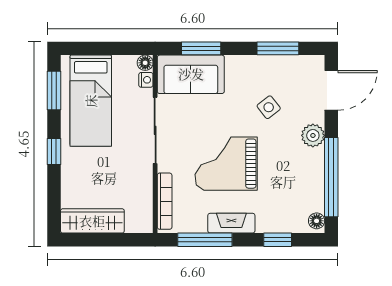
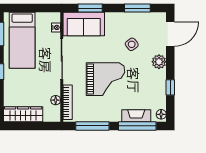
floor lamp: (145, 63) -> (56, 100), moved
grand piano: (226, 164) -> (105, 79), turned 180
window: (331, 177) -> (170, 87), width x0.32
fireplace: (231, 223) -> (136, 116), moved
window: (278, 240) -> (137, 126), width x2.17

